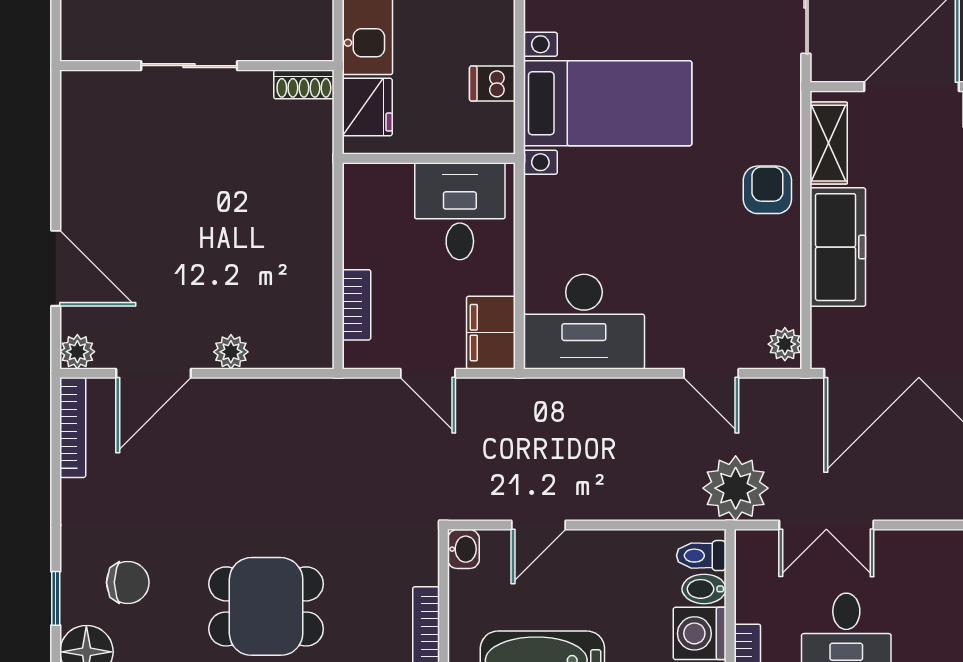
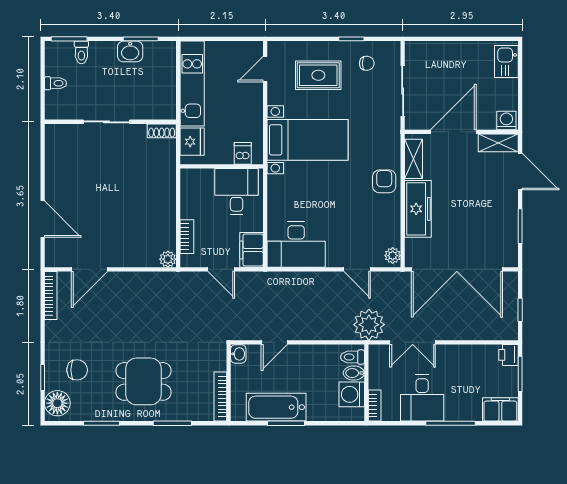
dishwasher: (492, 84) -> (243, 153), moved, turned 90
plant: (77, 352) -> (53, 259), removed
plant: (231, 352) -> (168, 259), moved

